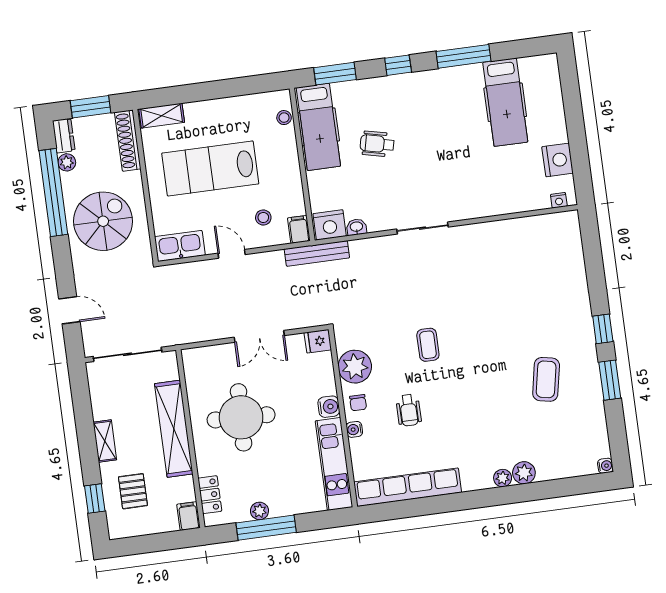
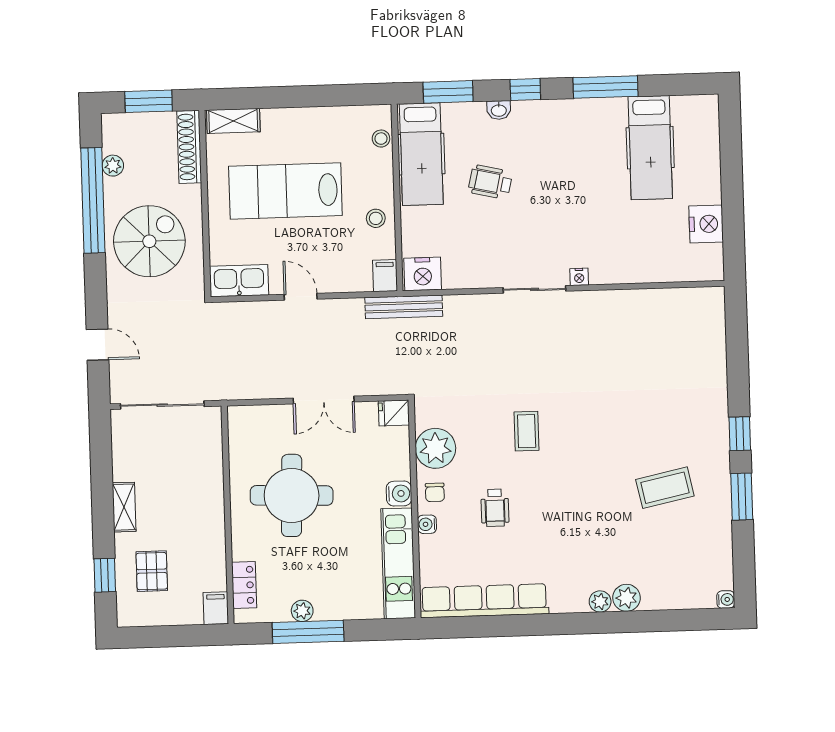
dresser: (64, 136) -> (112, 133), removed
nightstand: (559, 200) -> (579, 277), moved
stool: (263, 217) -> (376, 218), moved
washbasin: (356, 227) -> (499, 110), moved, turned 180
coffee table: (546, 379) -> (665, 488), turned 67
shelving: (174, 429) -> (209, 501), removed

